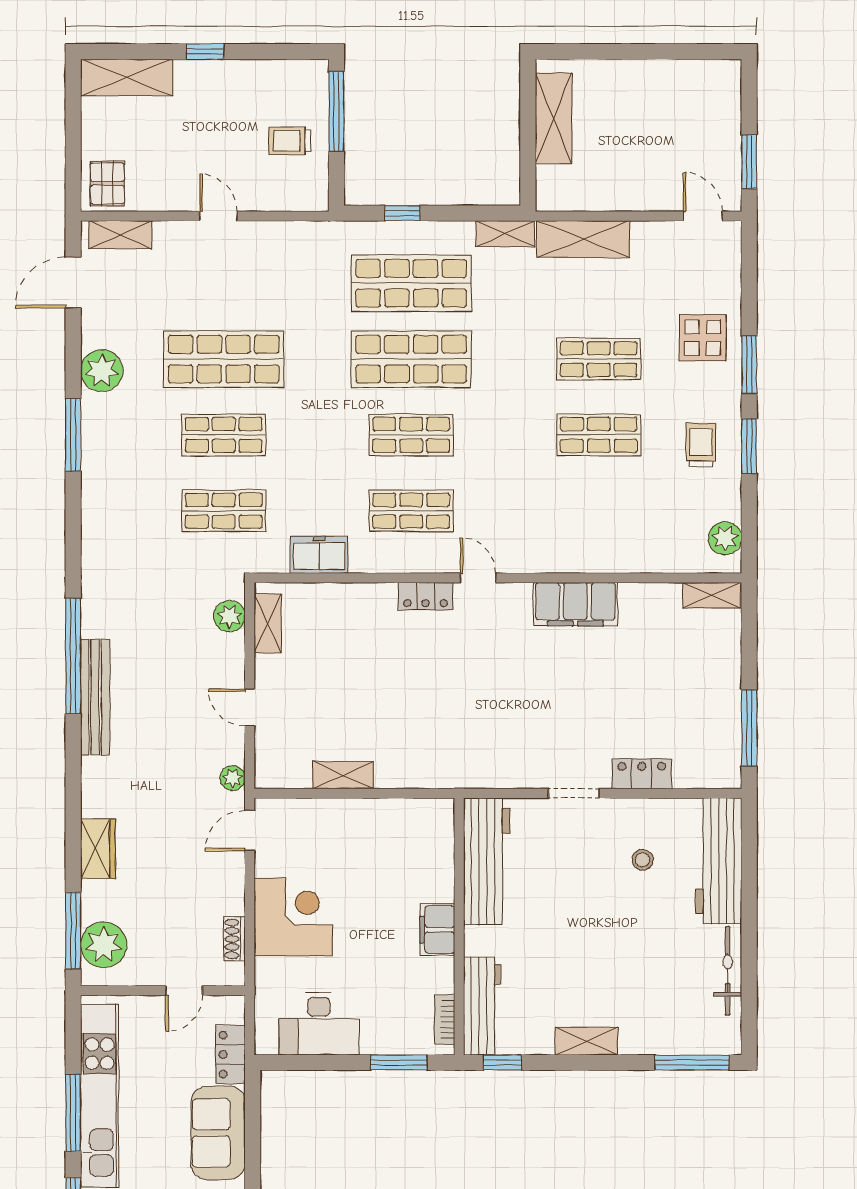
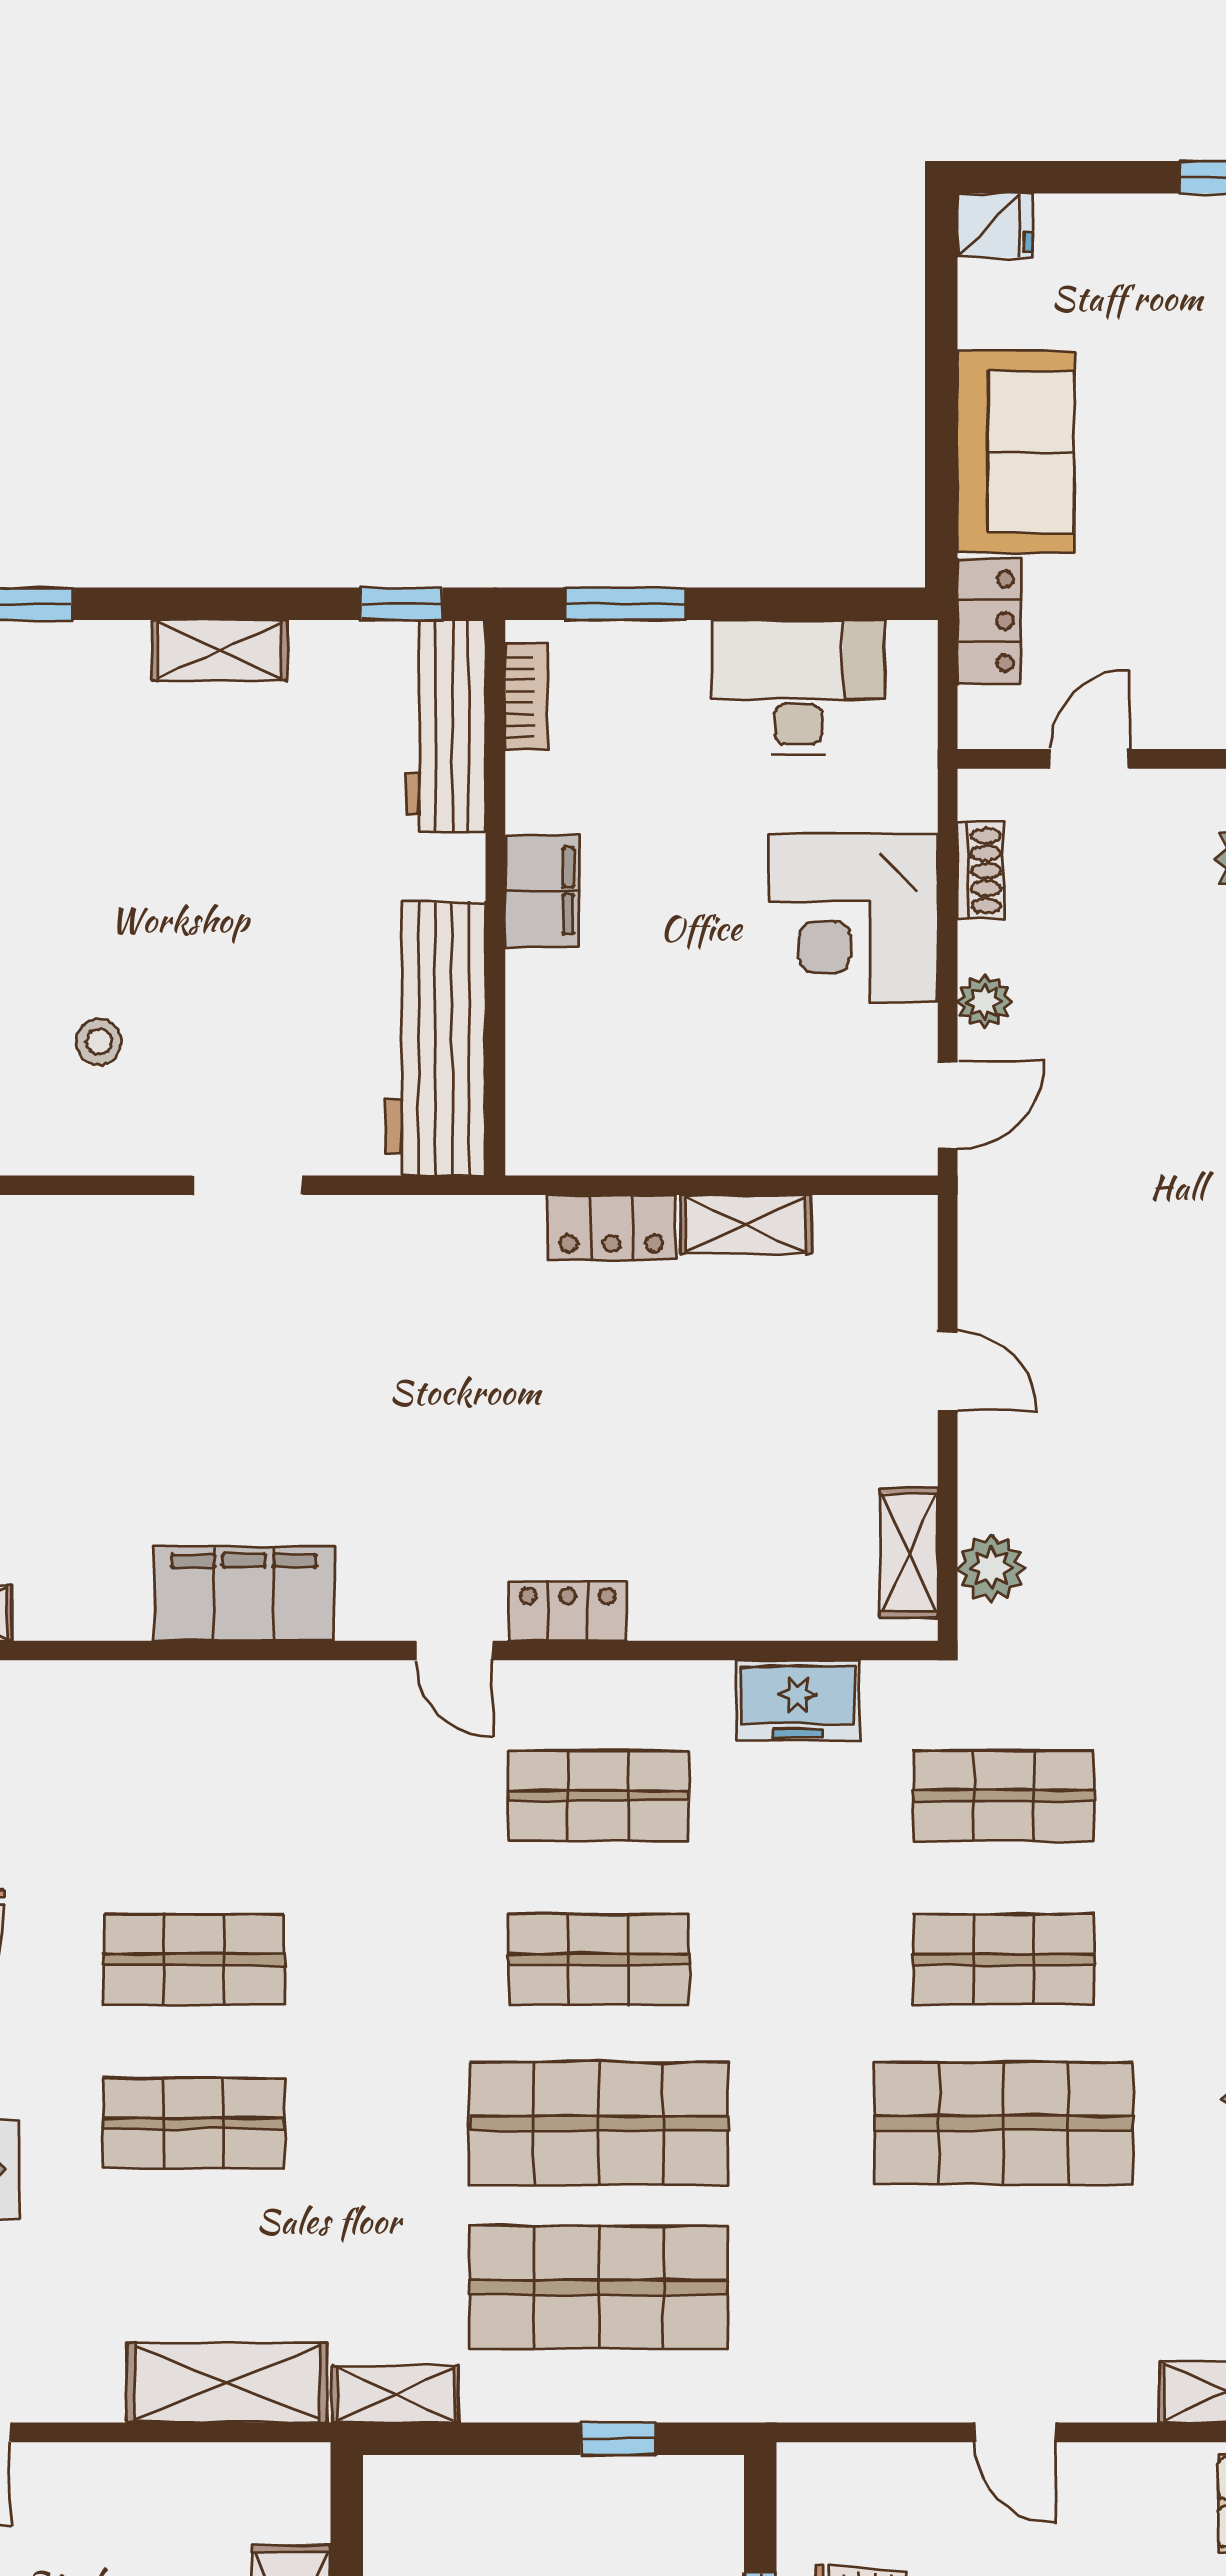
locker: (642, 774) -> (611, 1227), moved
plant: (233, 778) -> (984, 1002), moved

